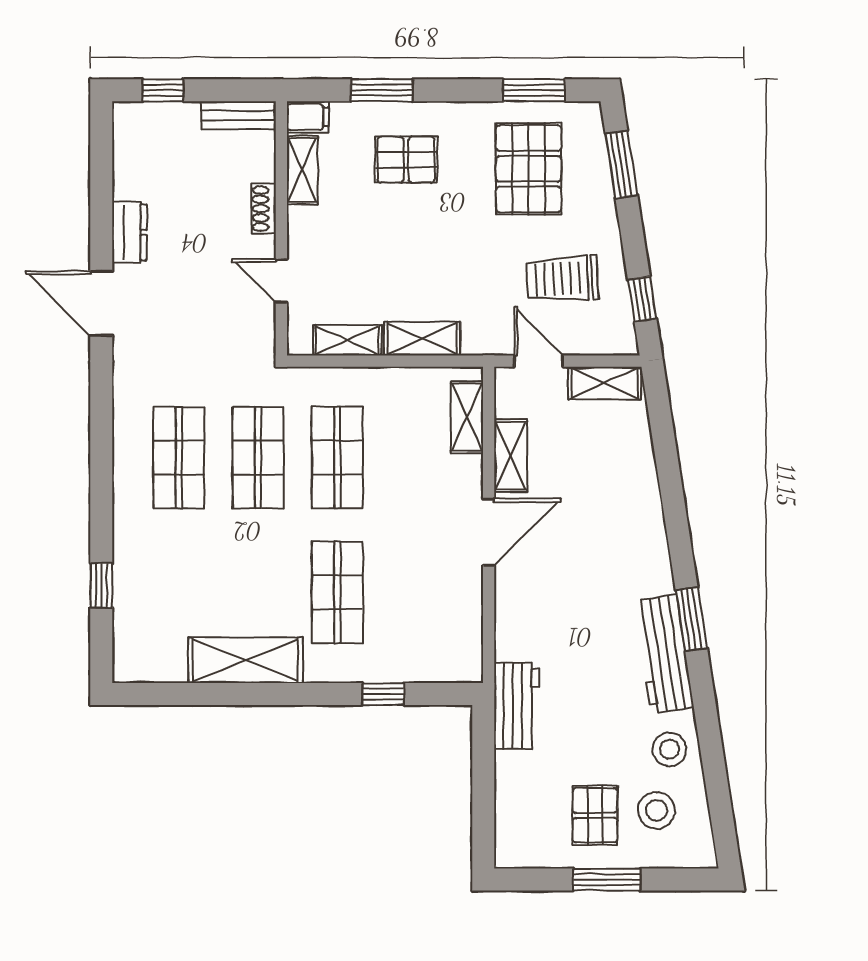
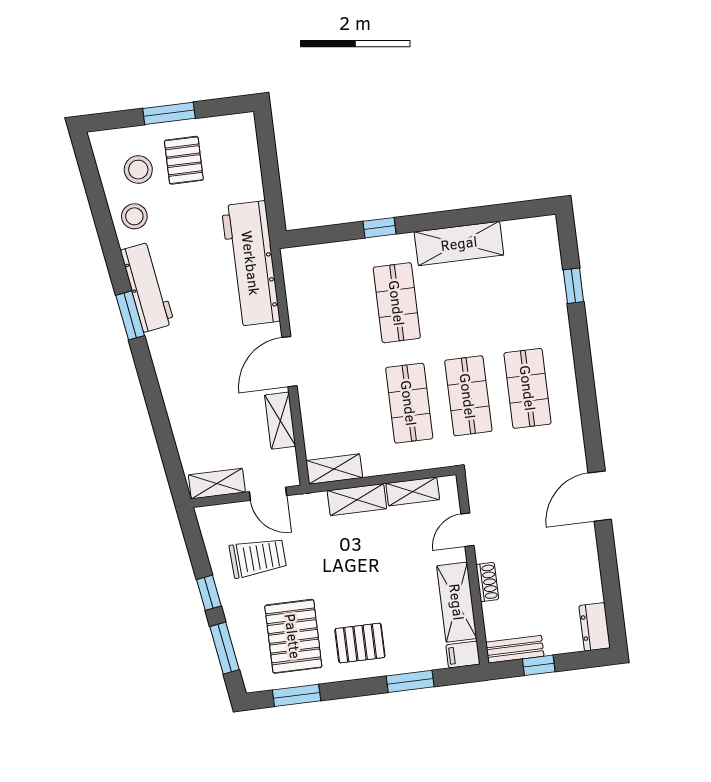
window: (163, 90) -> (539, 665), moved
pallet: (406, 160) -> (360, 643), moved
shelving: (302, 170) -> (457, 602), width x1.50, depth x1.33
dresser: (129, 232) -> (595, 627), moved
door: (281, 281) -> (467, 530), swing flipped
window: (642, 299) -> (209, 593), moved
door: (101, 303) -> (600, 496), swing flipped
shelving: (467, 417) -> (334, 469), moved, turned 90
window: (383, 694) -> (380, 228), moved
workbench: (516, 706) -> (251, 263), width x1.88, depth x1.32

